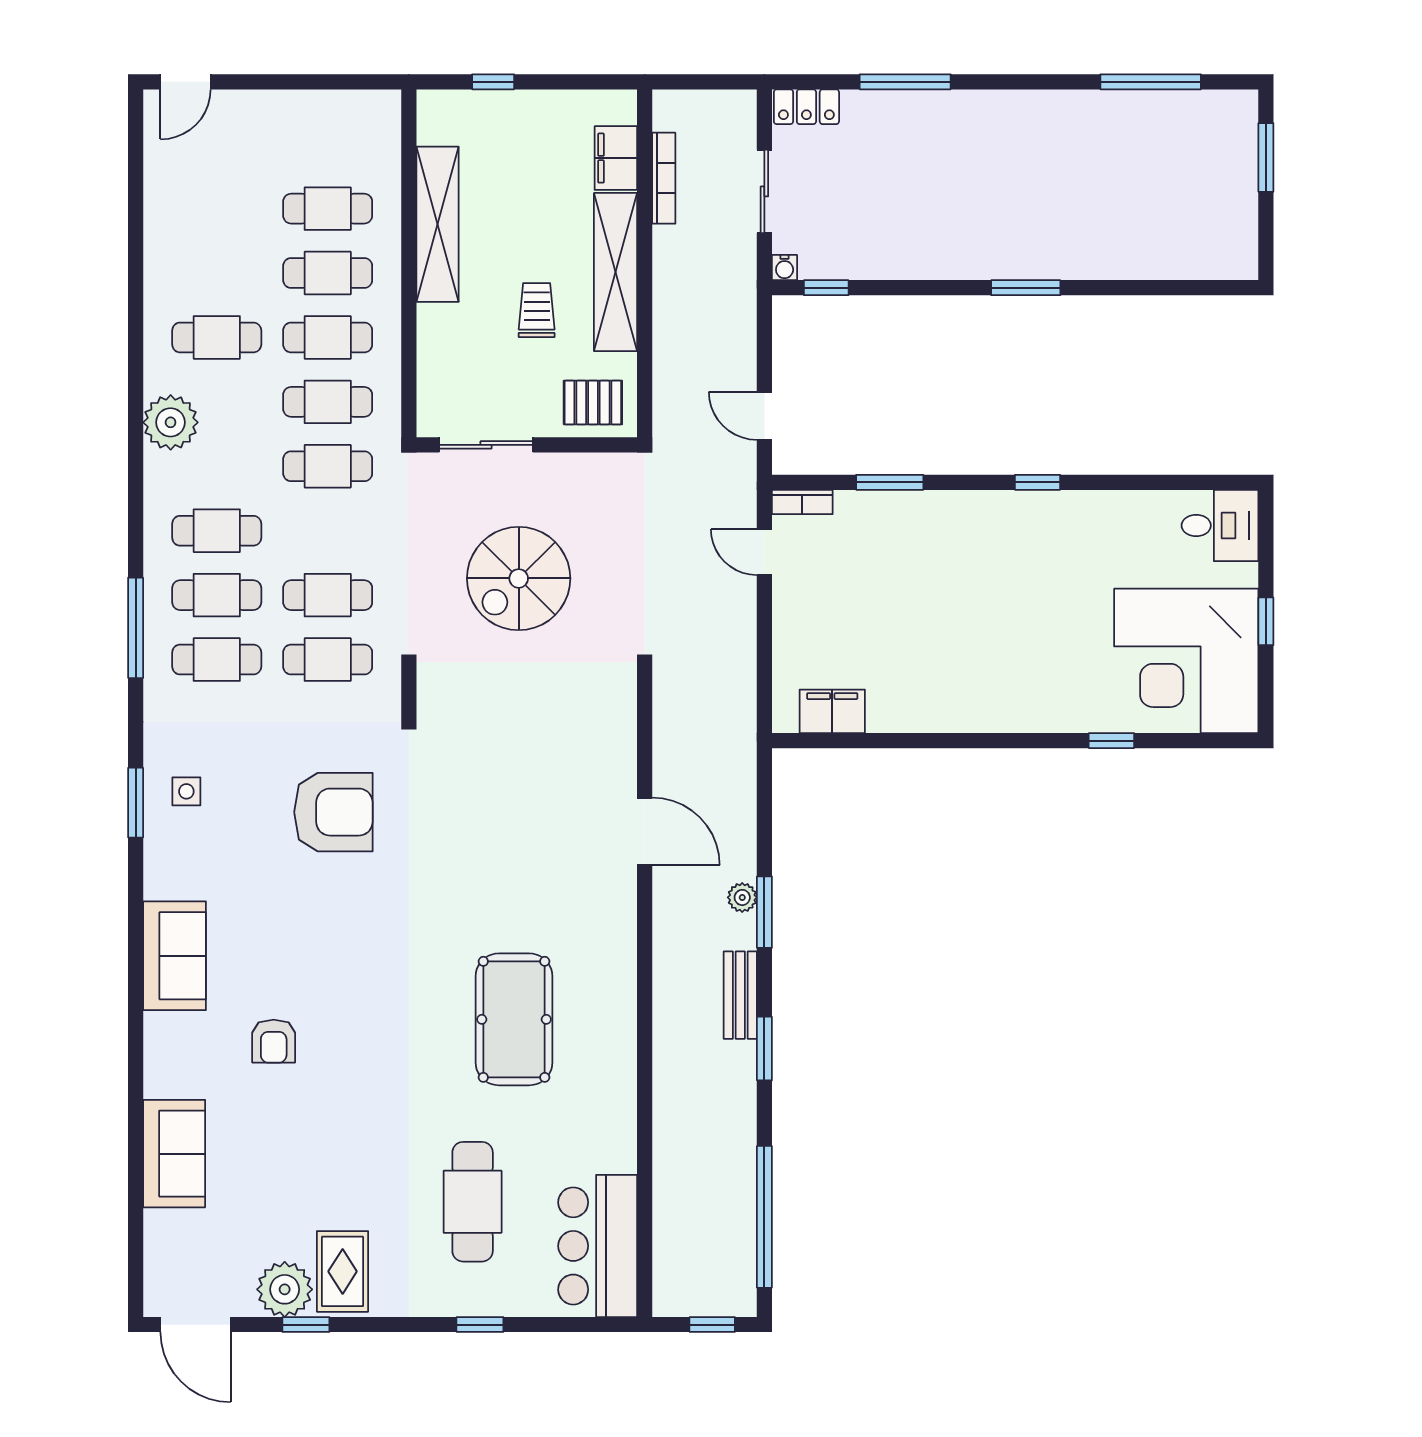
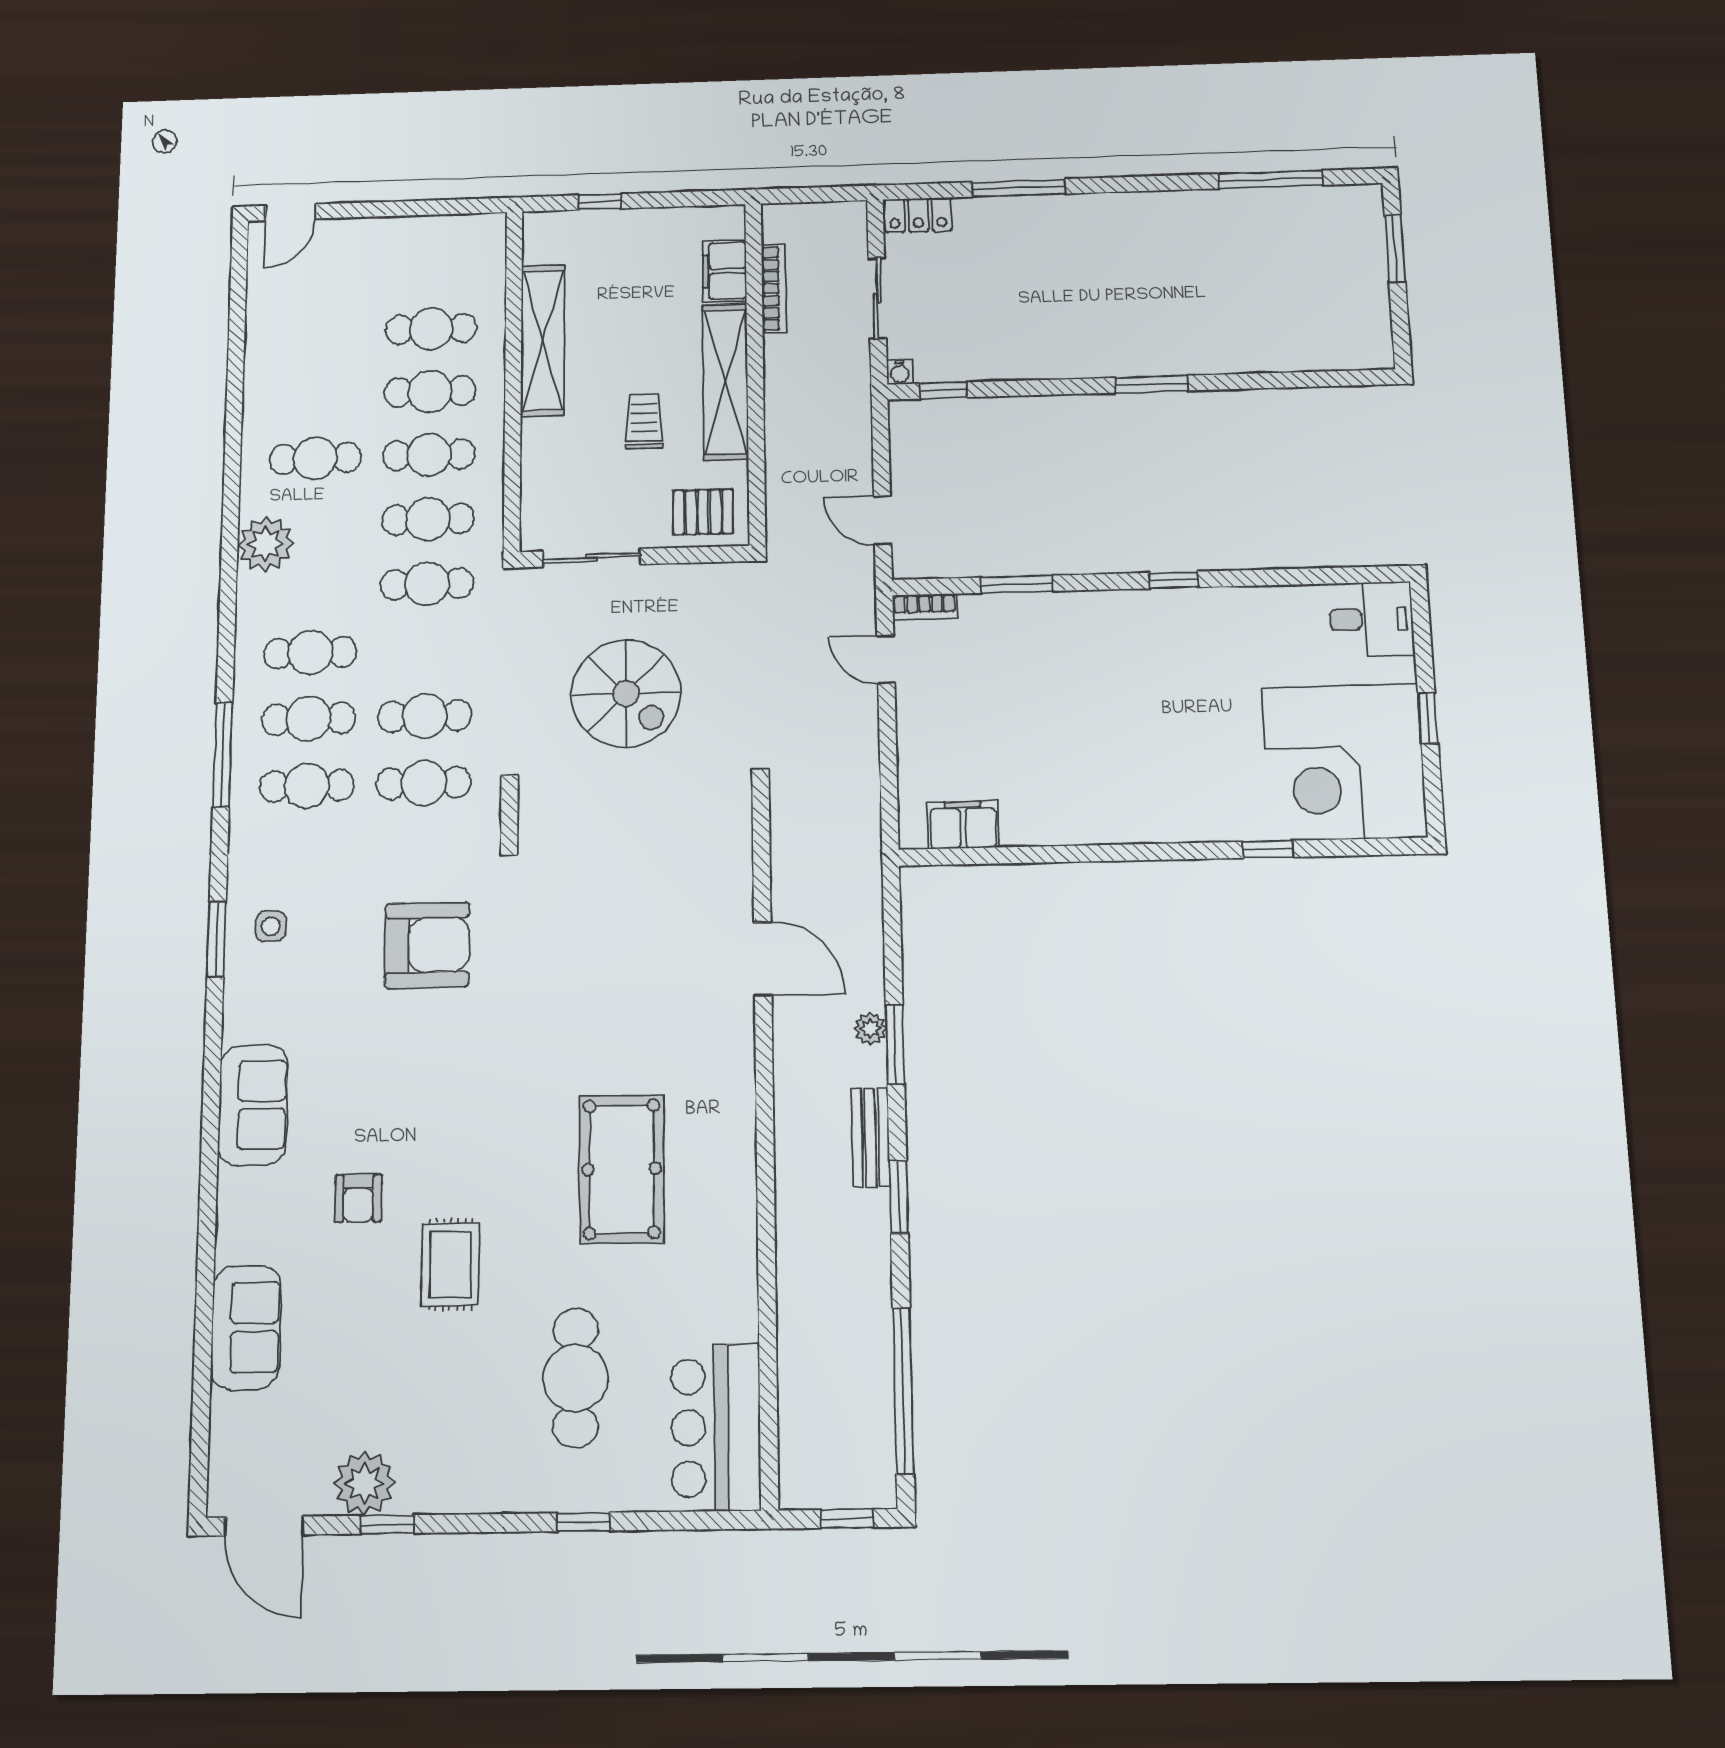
spiral stairs: (519, 578) -> (626, 694), turned -90
rug: (343, 1271) -> (450, 1264), moved

